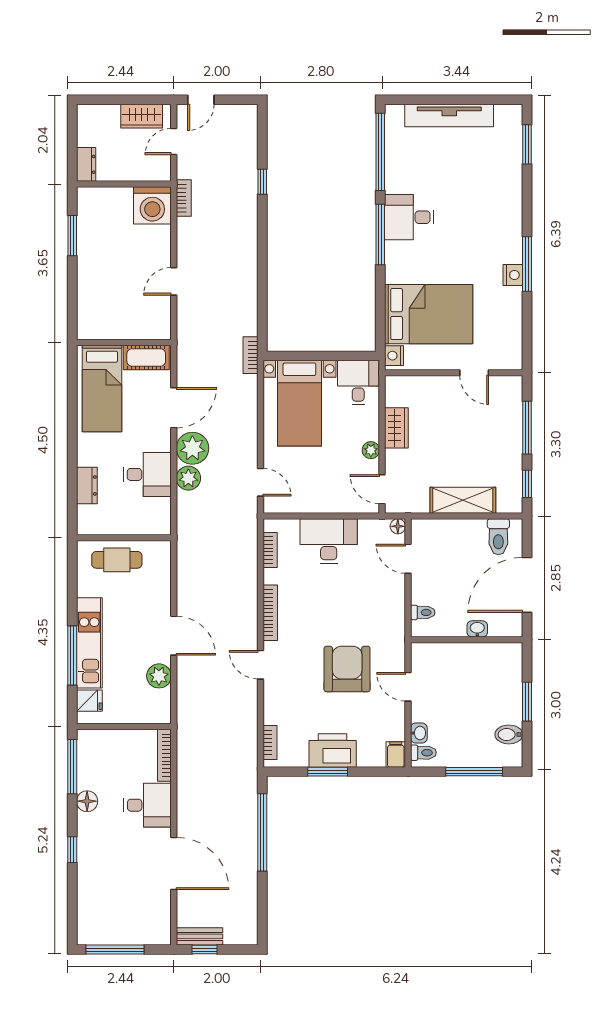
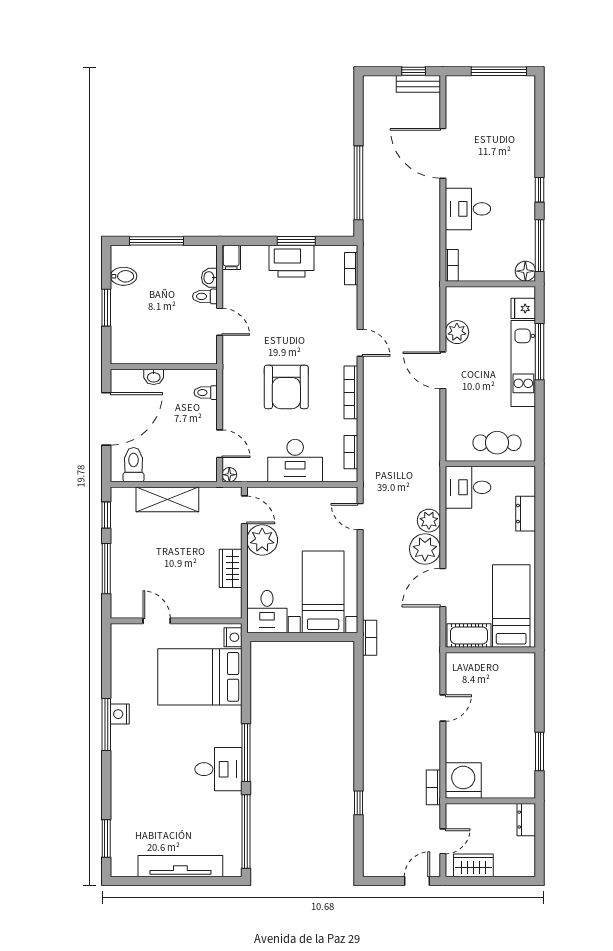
plant: (371, 450) -> (262, 540), width x1.87, depth x1.87
desk: (147, 474) -> (468, 487), moved
armchair: (347, 669) -> (286, 387), moved
toilet: (423, 753) -> (205, 296), moved
bookcase: (164, 755) -> (452, 265), width x0.64
floor lamp: (87, 801) -> (525, 271), moved
window: (72, 850) -> (540, 190), moved

